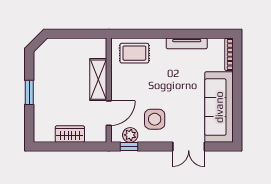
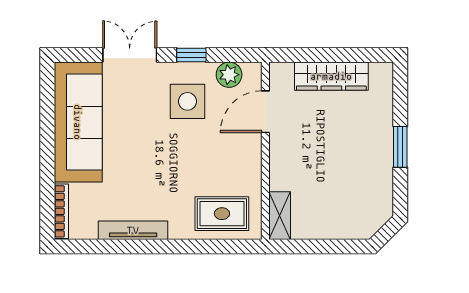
shelving: (98, 80) -> (280, 216), moved, width x0.67, depth x0.75
wardrobe: (70, 134) -> (331, 76), width x1.50
window: (129, 147) -> (191, 55), moved

